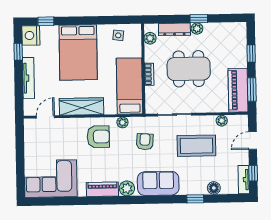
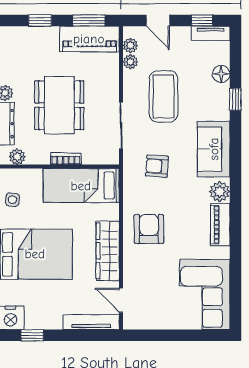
tv unit: (28, 78) -> (91, 322), moved
plant: (122, 122) -> (130, 45), moved

